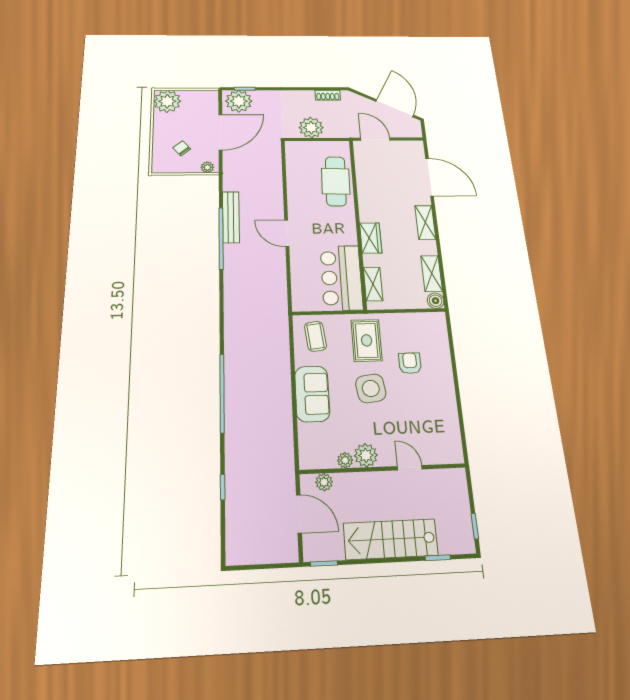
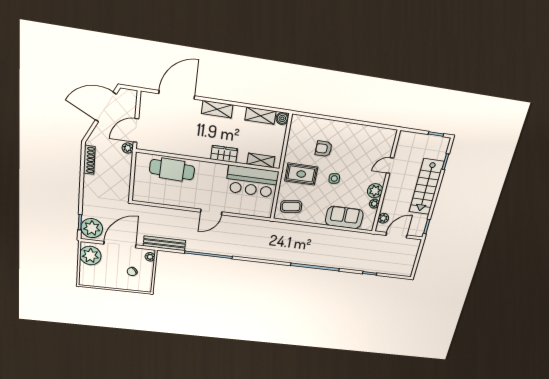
shoe rack: (328, 95) -> (89, 160), width x1.43
plant: (167, 101) -> (90, 256), moved
plant: (311, 128) -> (128, 148), moved, width x0.53, depth x0.53
door: (220, 132) -> (120, 245), hinge flipped
bench: (231, 217) -> (164, 243), moved
side table: (371, 388) -> (334, 178), width x0.54, depth x0.54
sofa: (312, 394) -> (344, 217), moved

